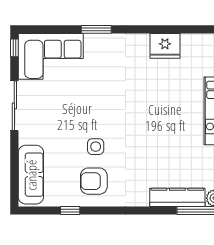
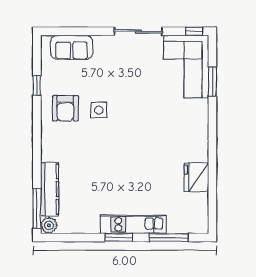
window: (96, 29) -> (212, 81), moved
sofa: (31, 175) -> (72, 47), width x0.73
armchair: (94, 181) -> (65, 108), turned 180

